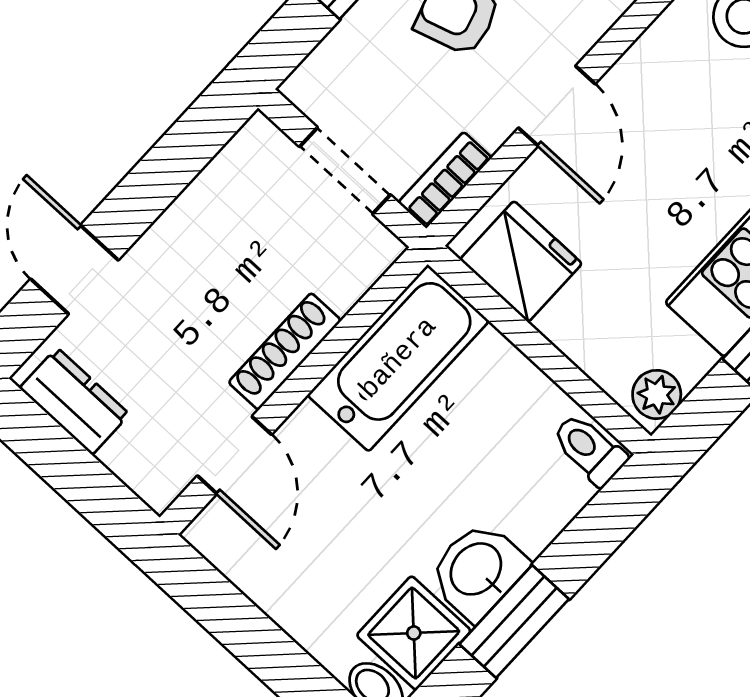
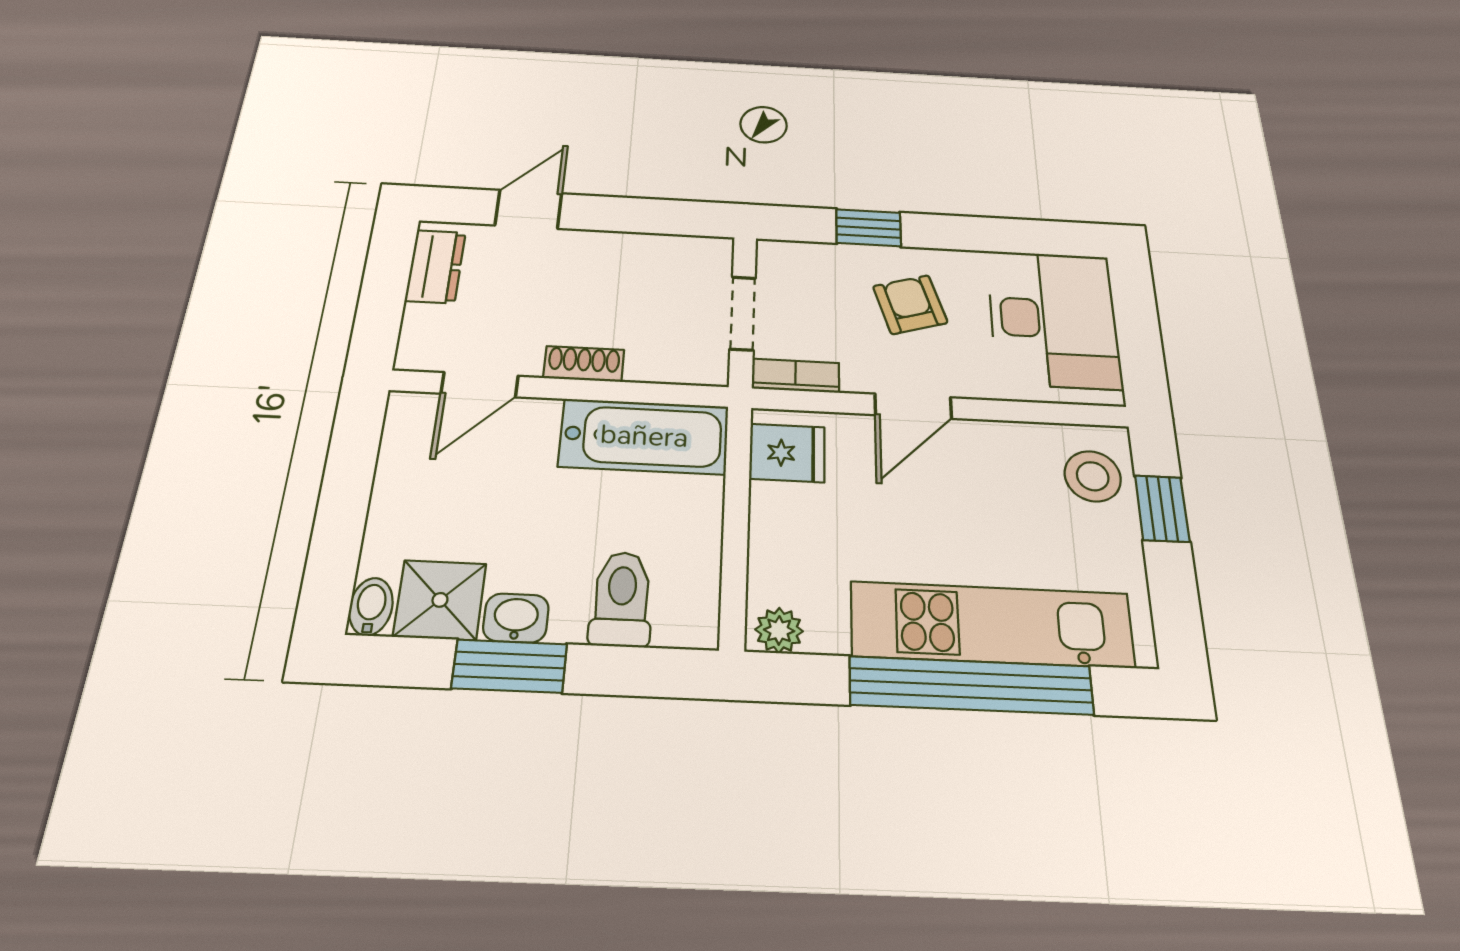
fridge: (521, 261) -> (787, 453), width x0.72
shoe rack: (285, 351) -> (584, 364), width x0.70
toilet: (589, 449) -> (622, 599), moved, width x1.37, depth x1.39
washbasin: (478, 570) -> (516, 618), width x0.72, depth x0.69

